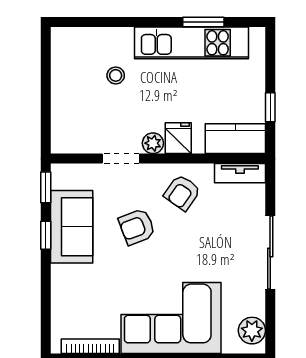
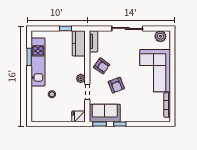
fridge: (178, 138) -> (79, 116), moved
sofa: (72, 227) -> (105, 113), moved

